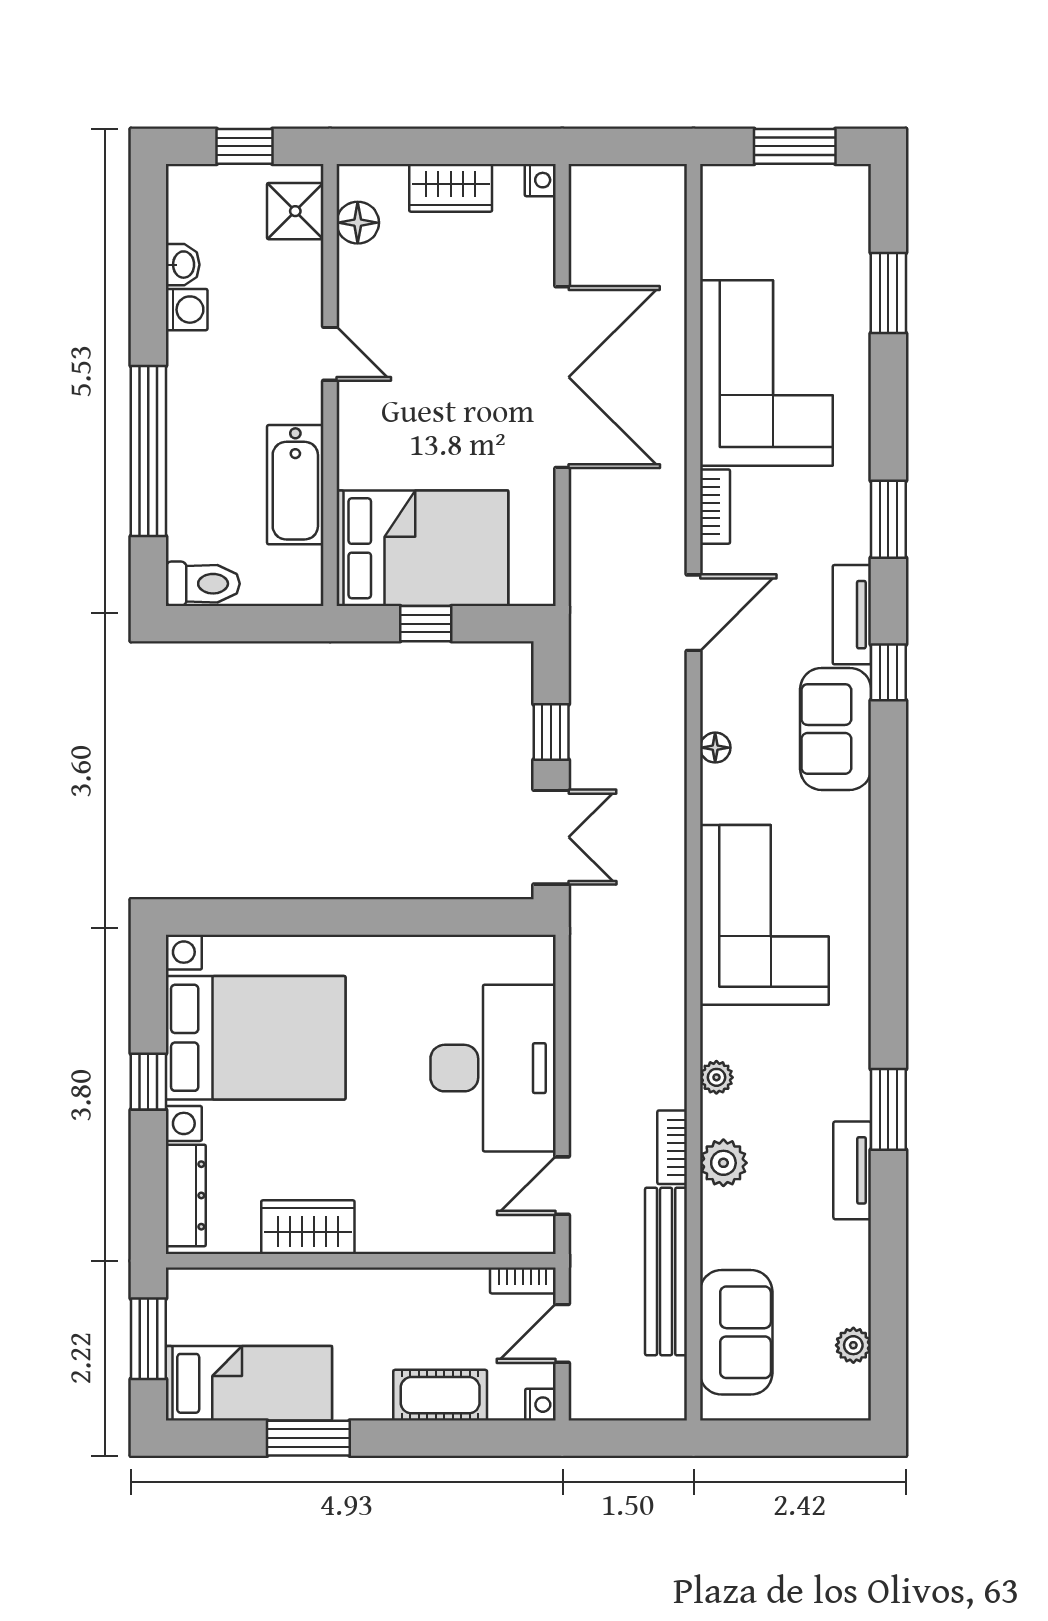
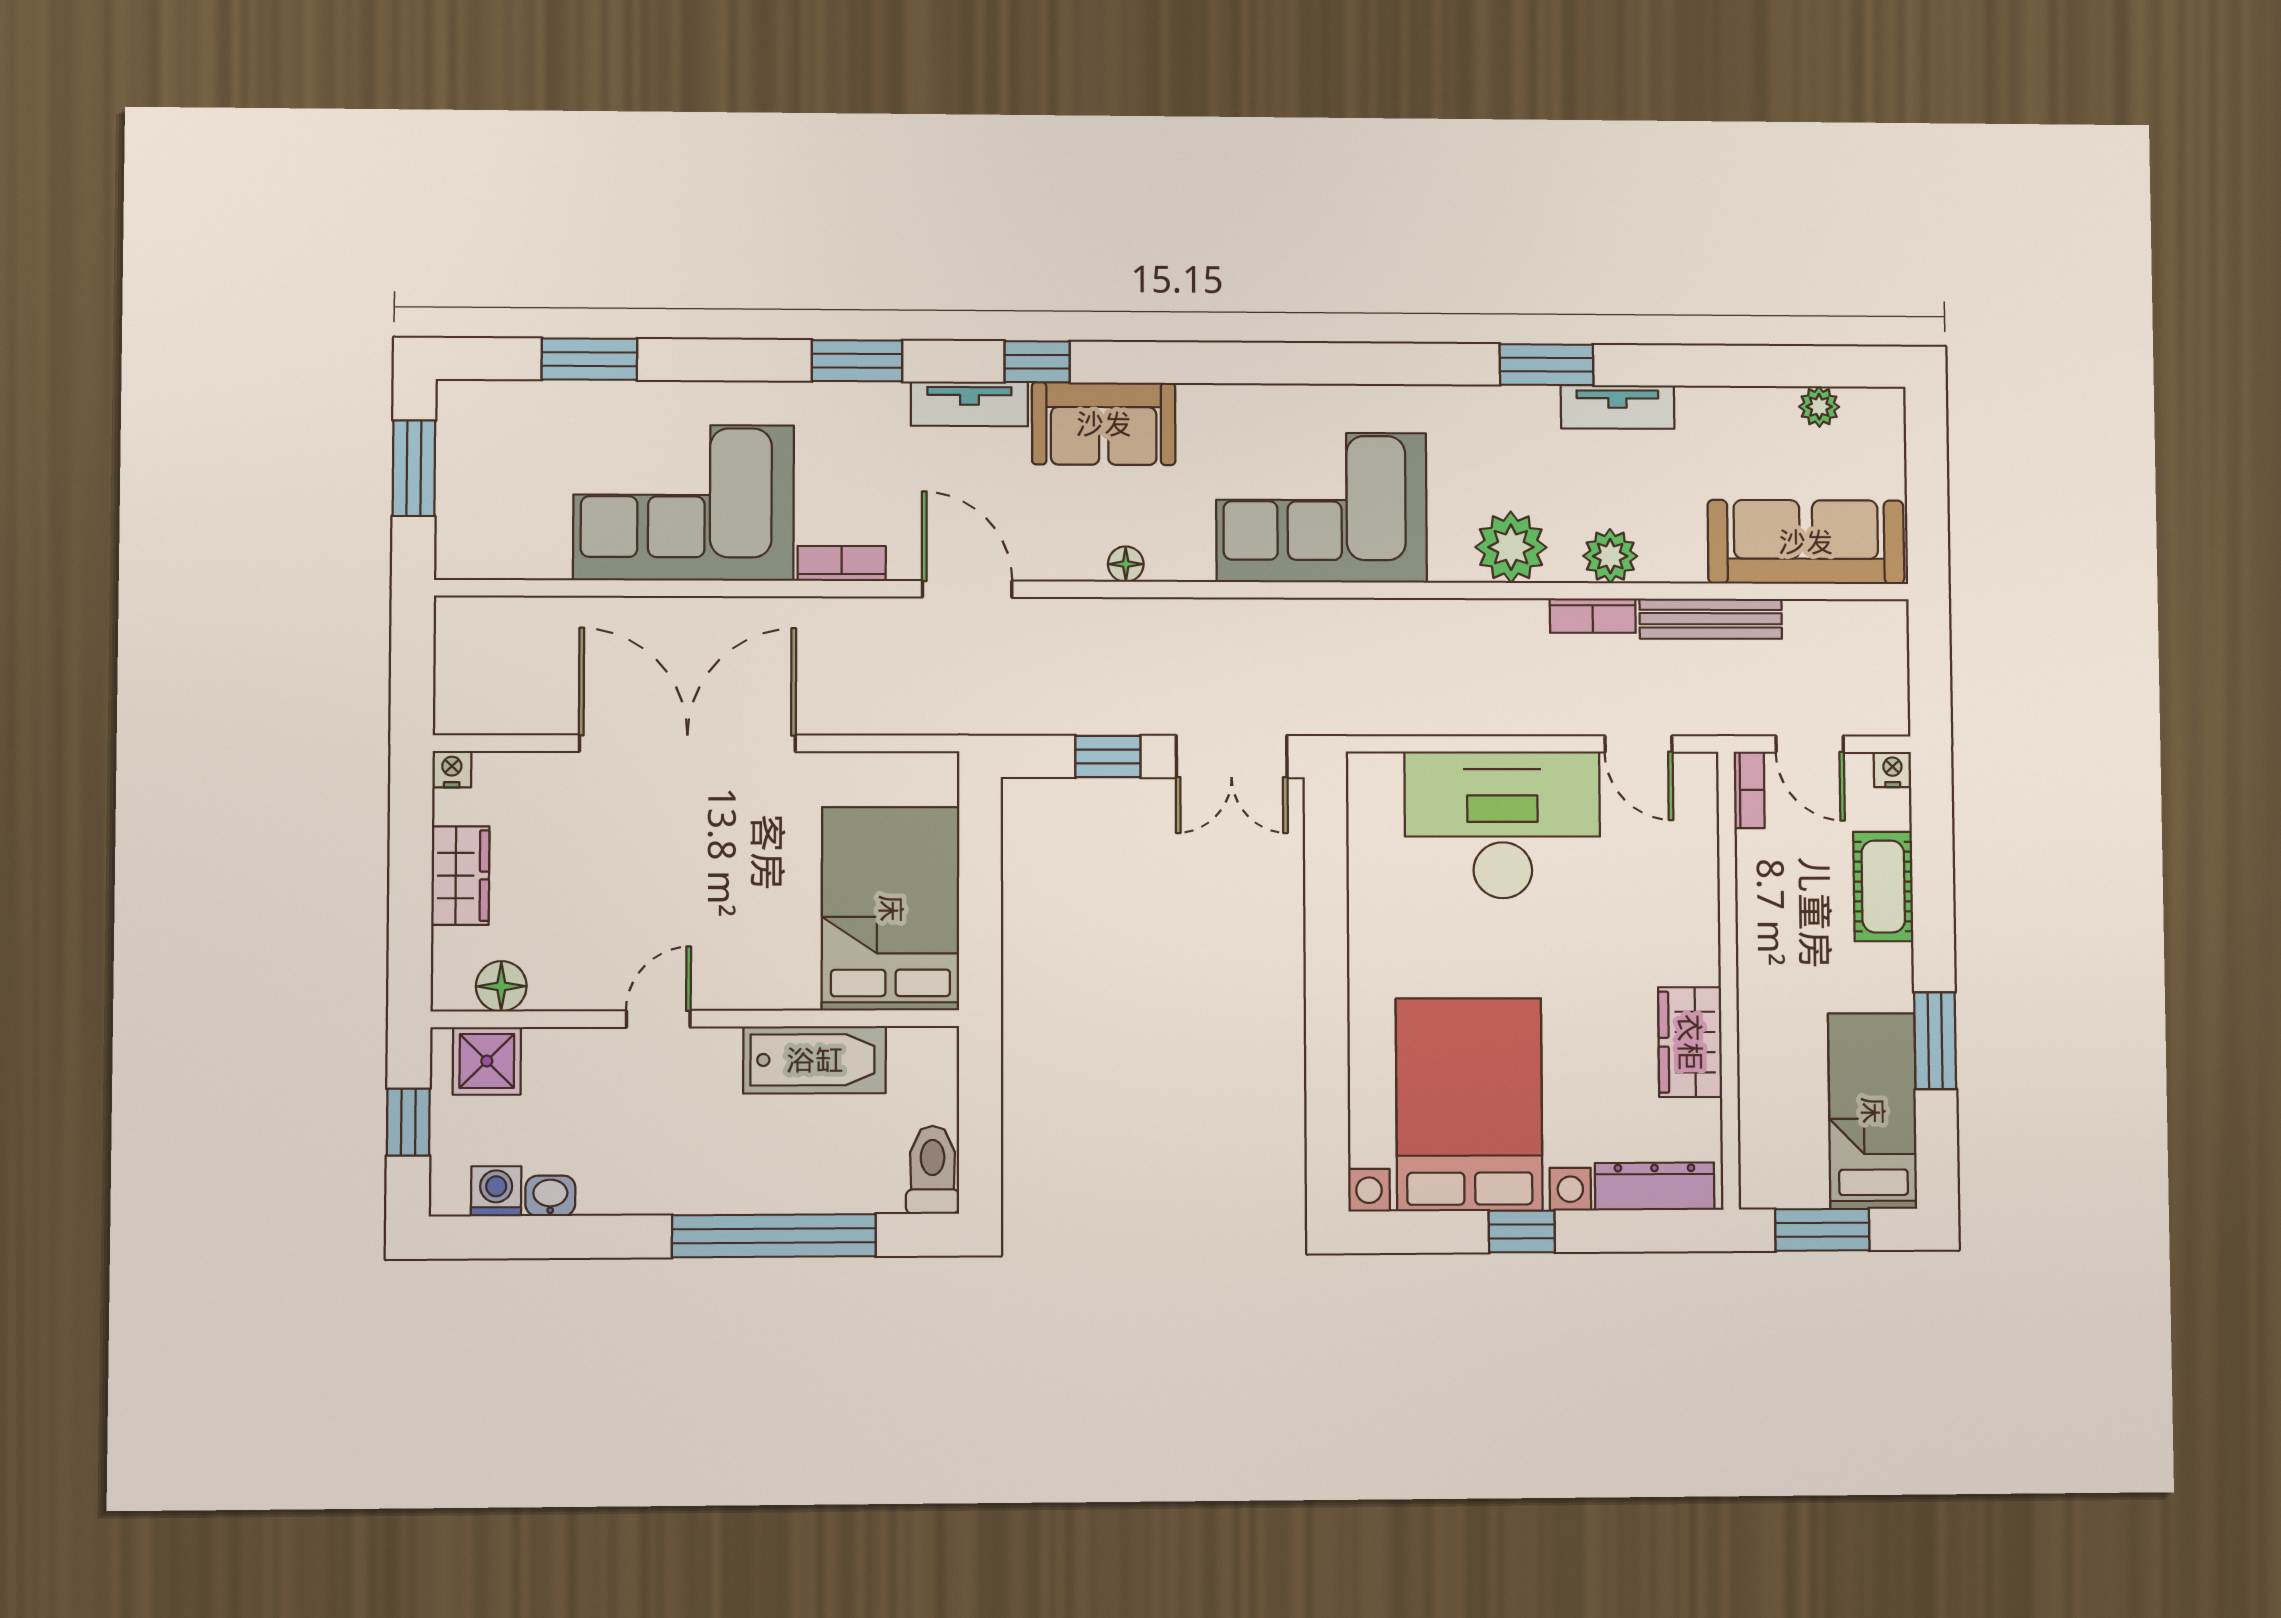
washing machine: (187, 310) -> (496, 1191), moved
window: (426, 624) -> (980, 905), removed
double door: (551, 837) -> (1232, 757), swing flipped
plant: (716, 1077) -> (1511, 547), width x1.87, depth x1.87
bench: (666, 1271) -> (1711, 619), width x0.73, depth x0.82
sofa: (736, 1332) -> (1806, 542), width x1.36

